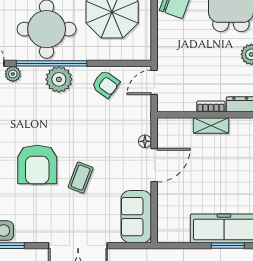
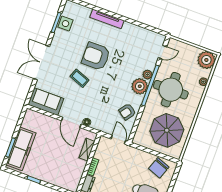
plant: (13, 74) -> (147, 75), moved
shelving: (211, 126) -> (87, 150), moved

